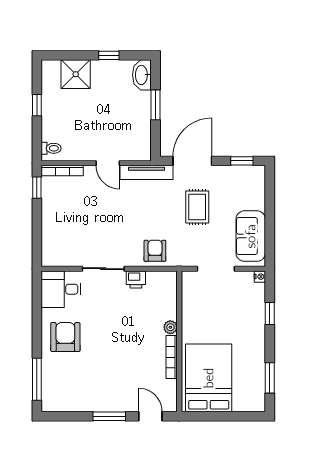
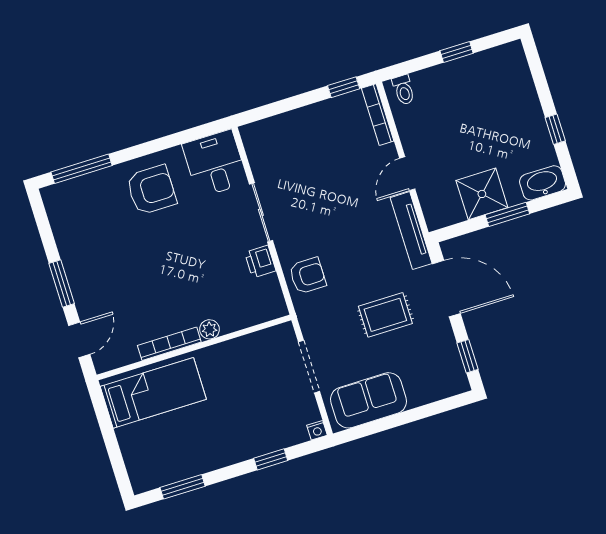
shower: (76, 74) -> (482, 194), moved
bed: (209, 378) -> (153, 393), width x0.67

